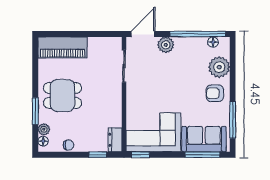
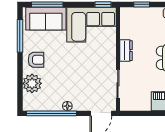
floor lamp: (213, 42) -> (67, 106), moved
plant: (166, 45) -> (80, 104), removed
dresser: (115, 140) -> (126, 51), moved

